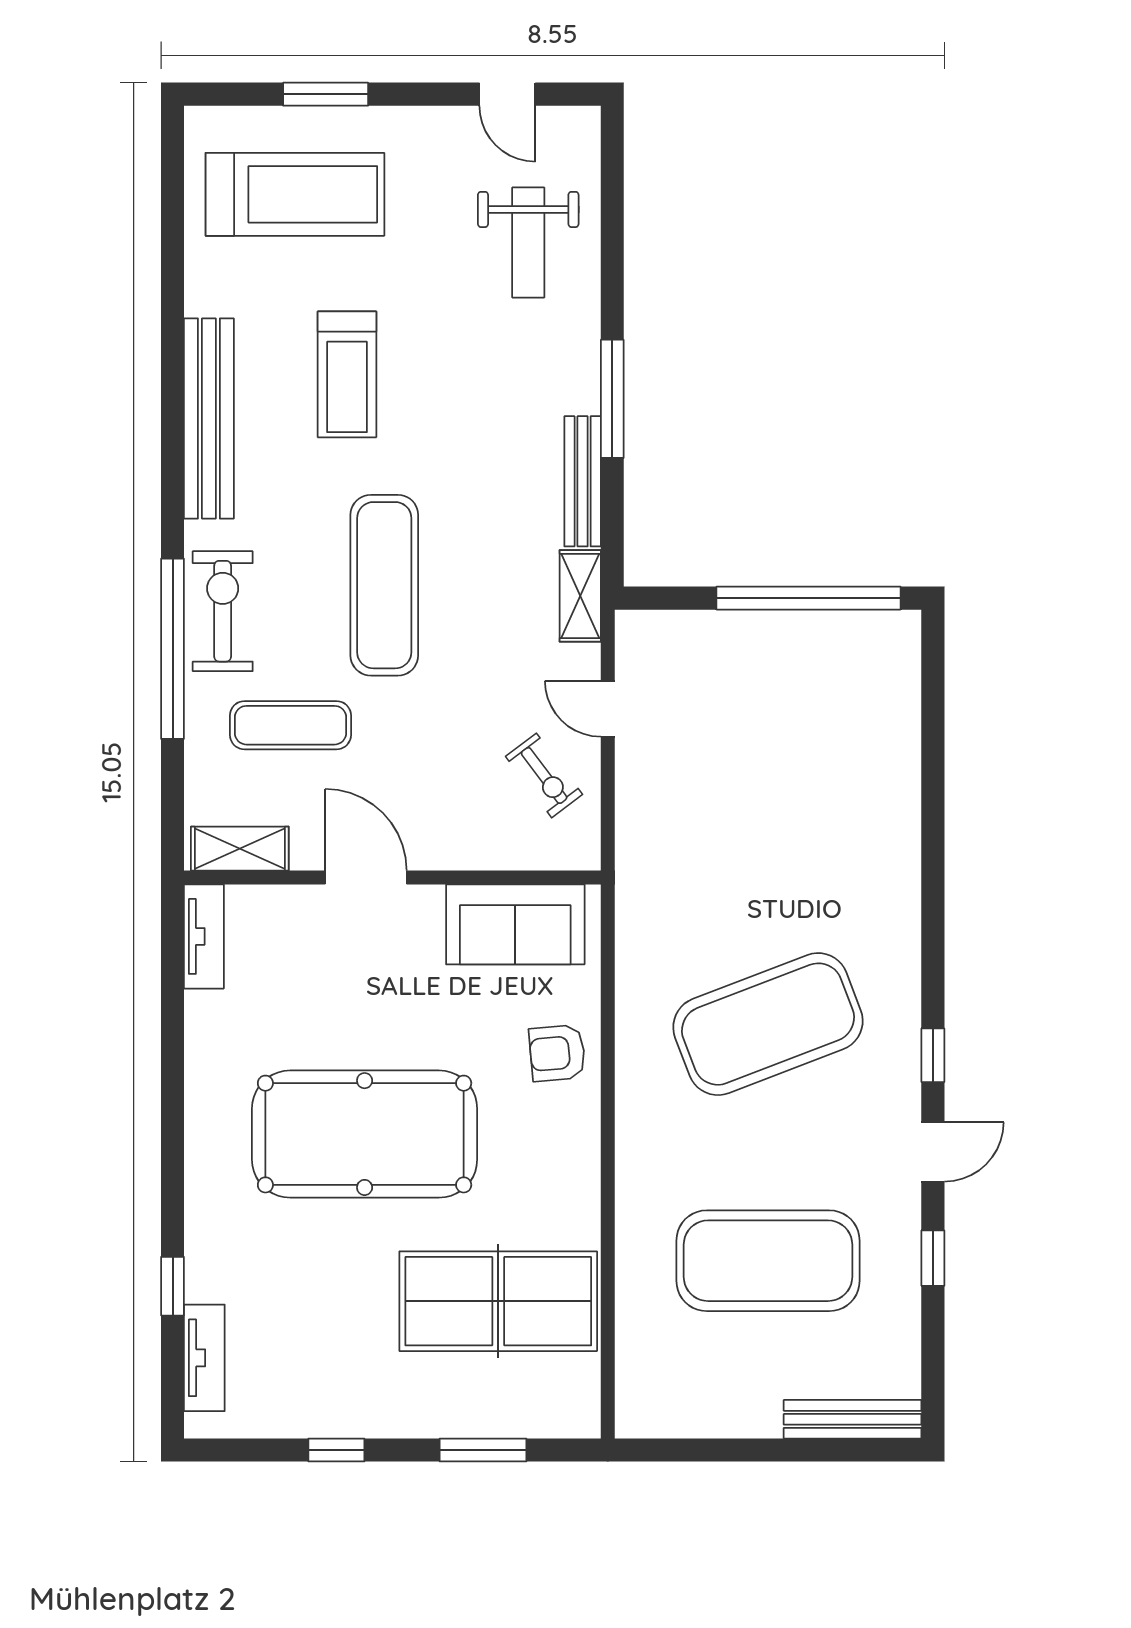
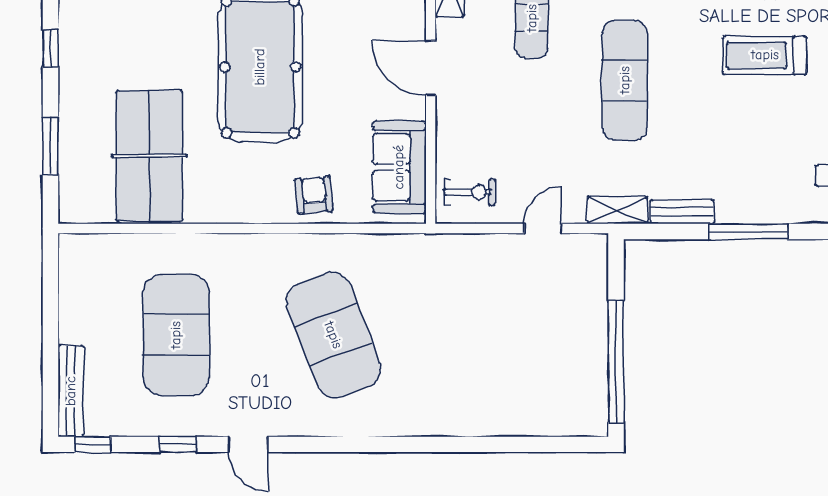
bench: (583, 481) -> (682, 212), width x0.73
exercise mat: (384, 585) -> (625, 80), turned 90
exercise bike: (544, 775) -> (470, 192), moved, turned -143
door: (366, 877) -> (431, 68), swing flipped
window: (933, 1055) -> (93, 444), moved

